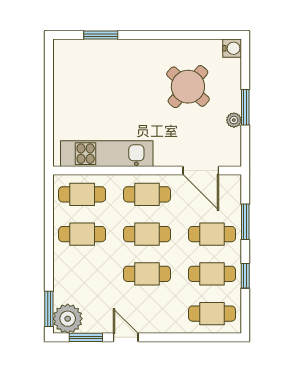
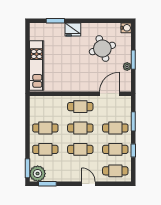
fridge: (133, 51) -> (73, 30), added
round table: (188, 87) -> (102, 48), turned 30
kitchen unit: (107, 154) -> (37, 65), moved, turned 90
door: (201, 171) -> (109, 94), swing flipped
cafe table: (82, 194) -> (45, 149), moved
door: (126, 337) -> (88, 184), moved

